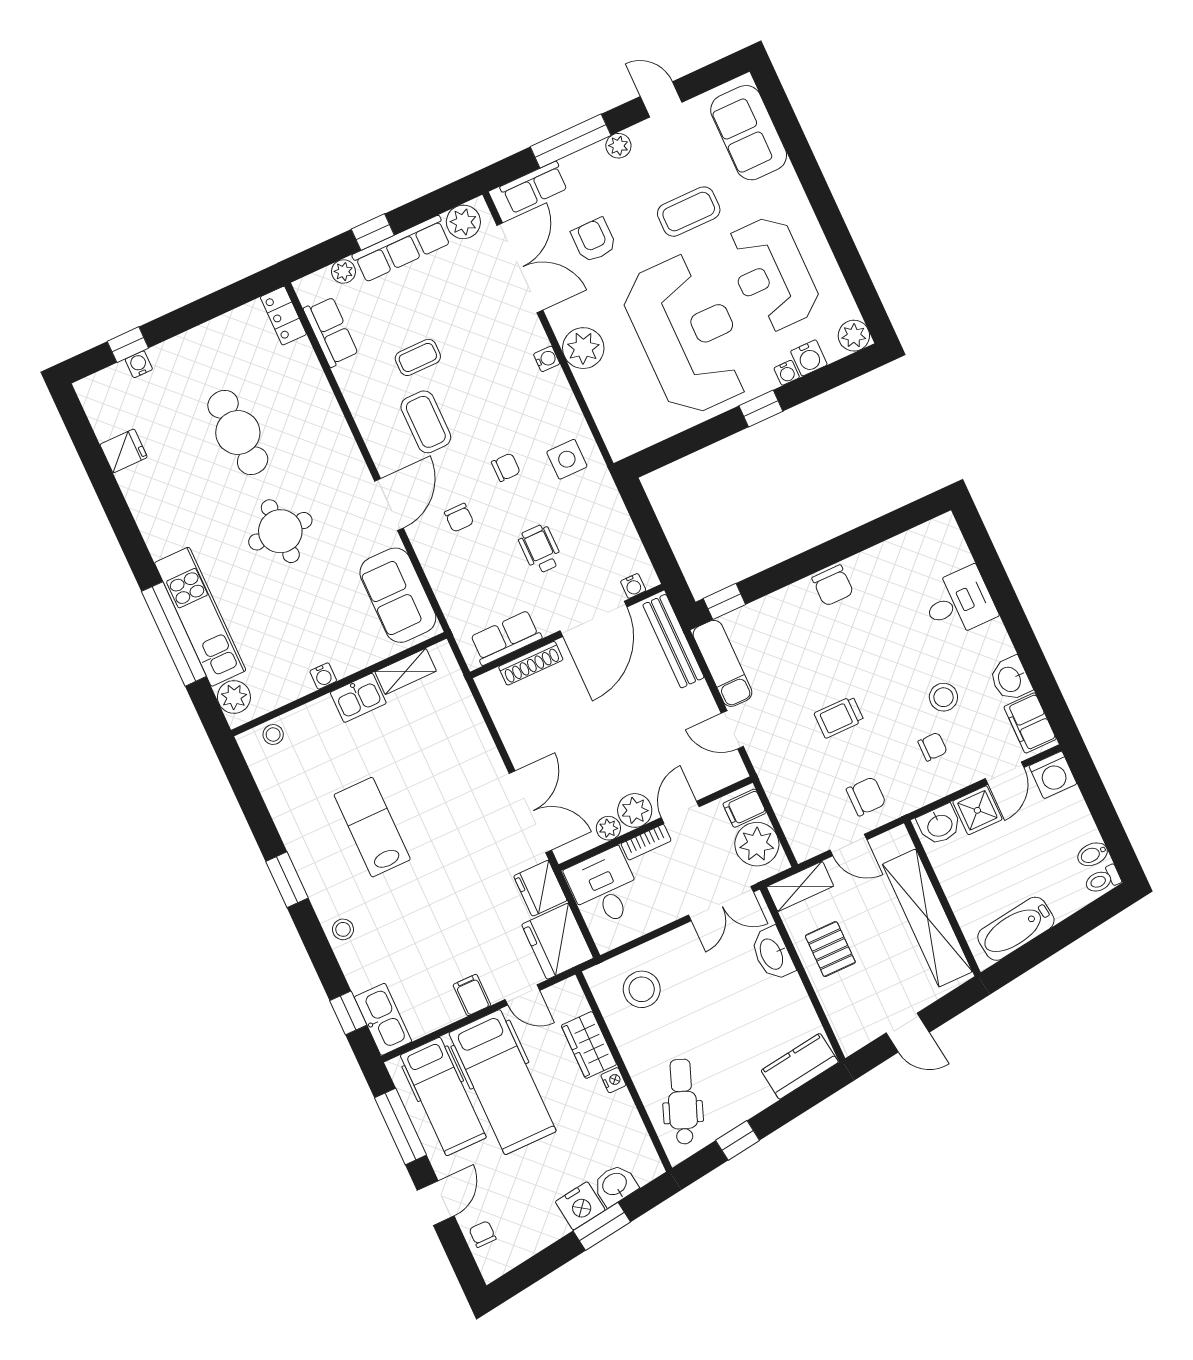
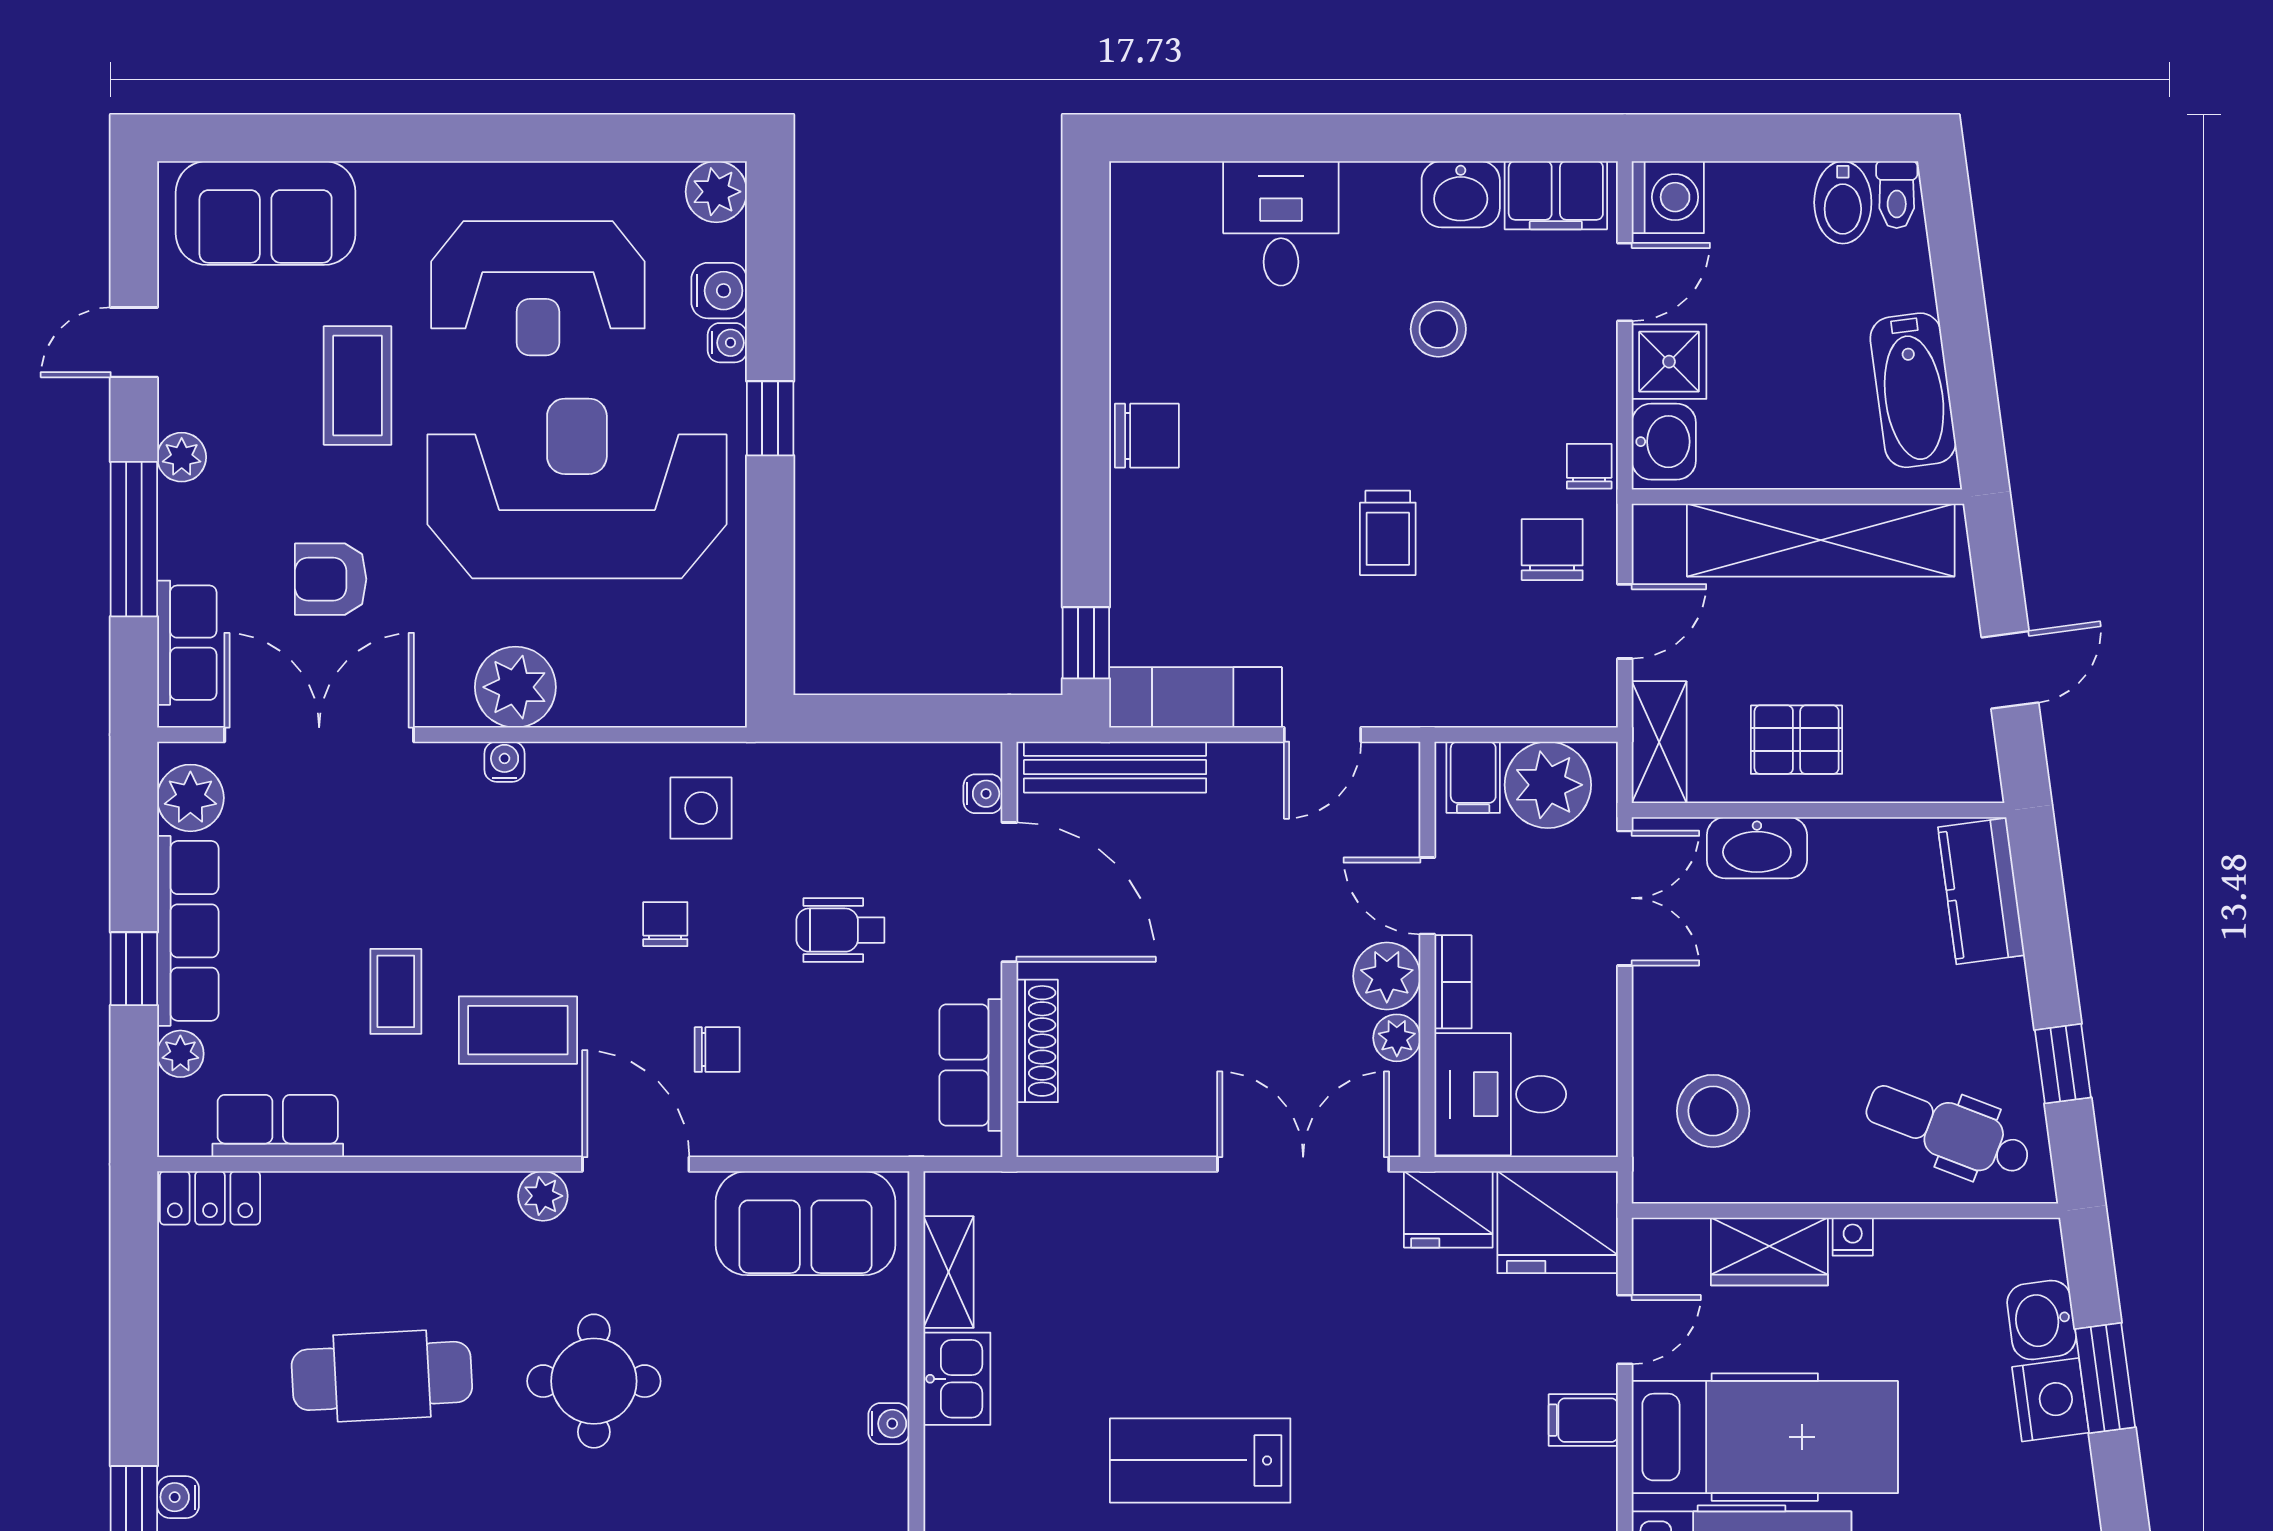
plant: (355, 469) -> (543, 1196), added
chair: (933, 747) -> (1589, 466), moved
door: (1005, 773) -> (1625, 282), hinge flipped
bidet: (1093, 854) -> (1843, 202), width x1.38, depth x1.36

